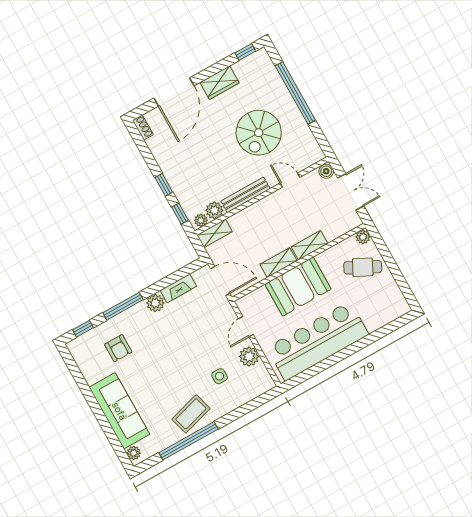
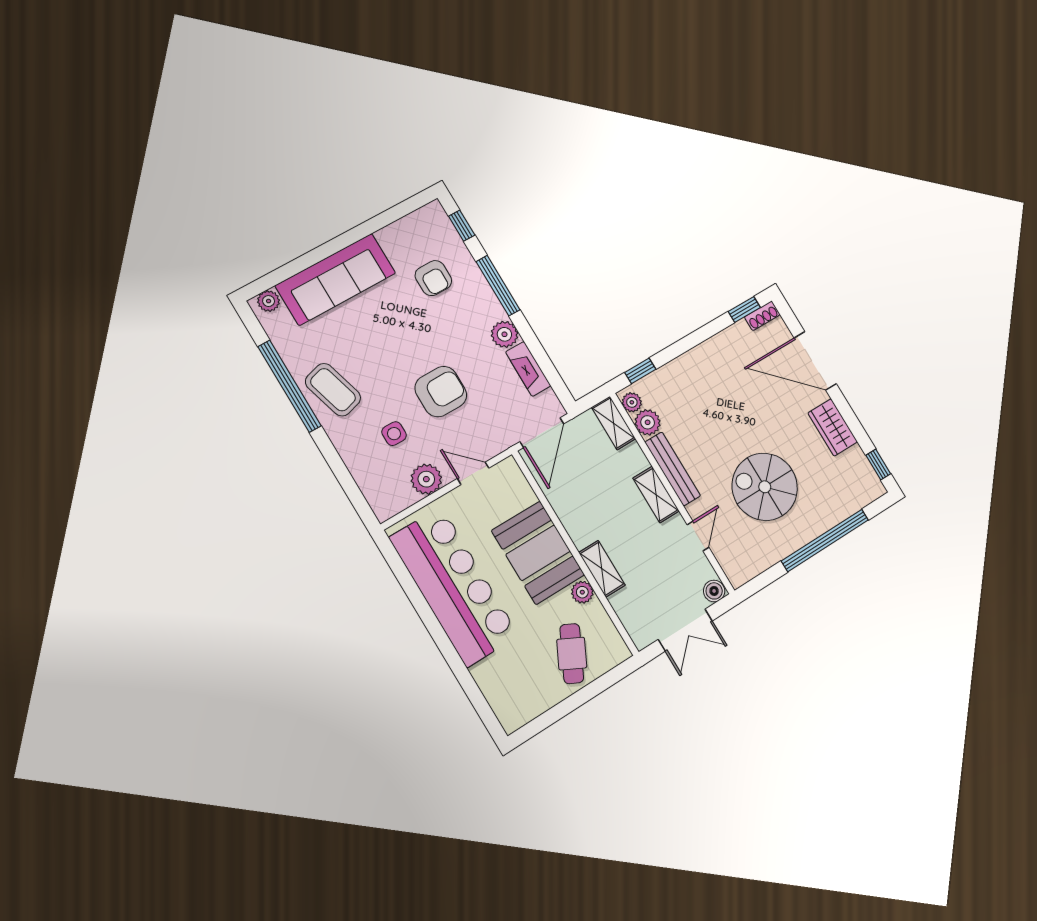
window: (164, 185) -> (744, 309), moved
plant: (363, 237) -> (582, 592), moved
shelving: (278, 263) -> (656, 495), moved
armchair: (193, 346) -> (441, 392), added
armchair: (118, 348) -> (433, 278), turned -90

